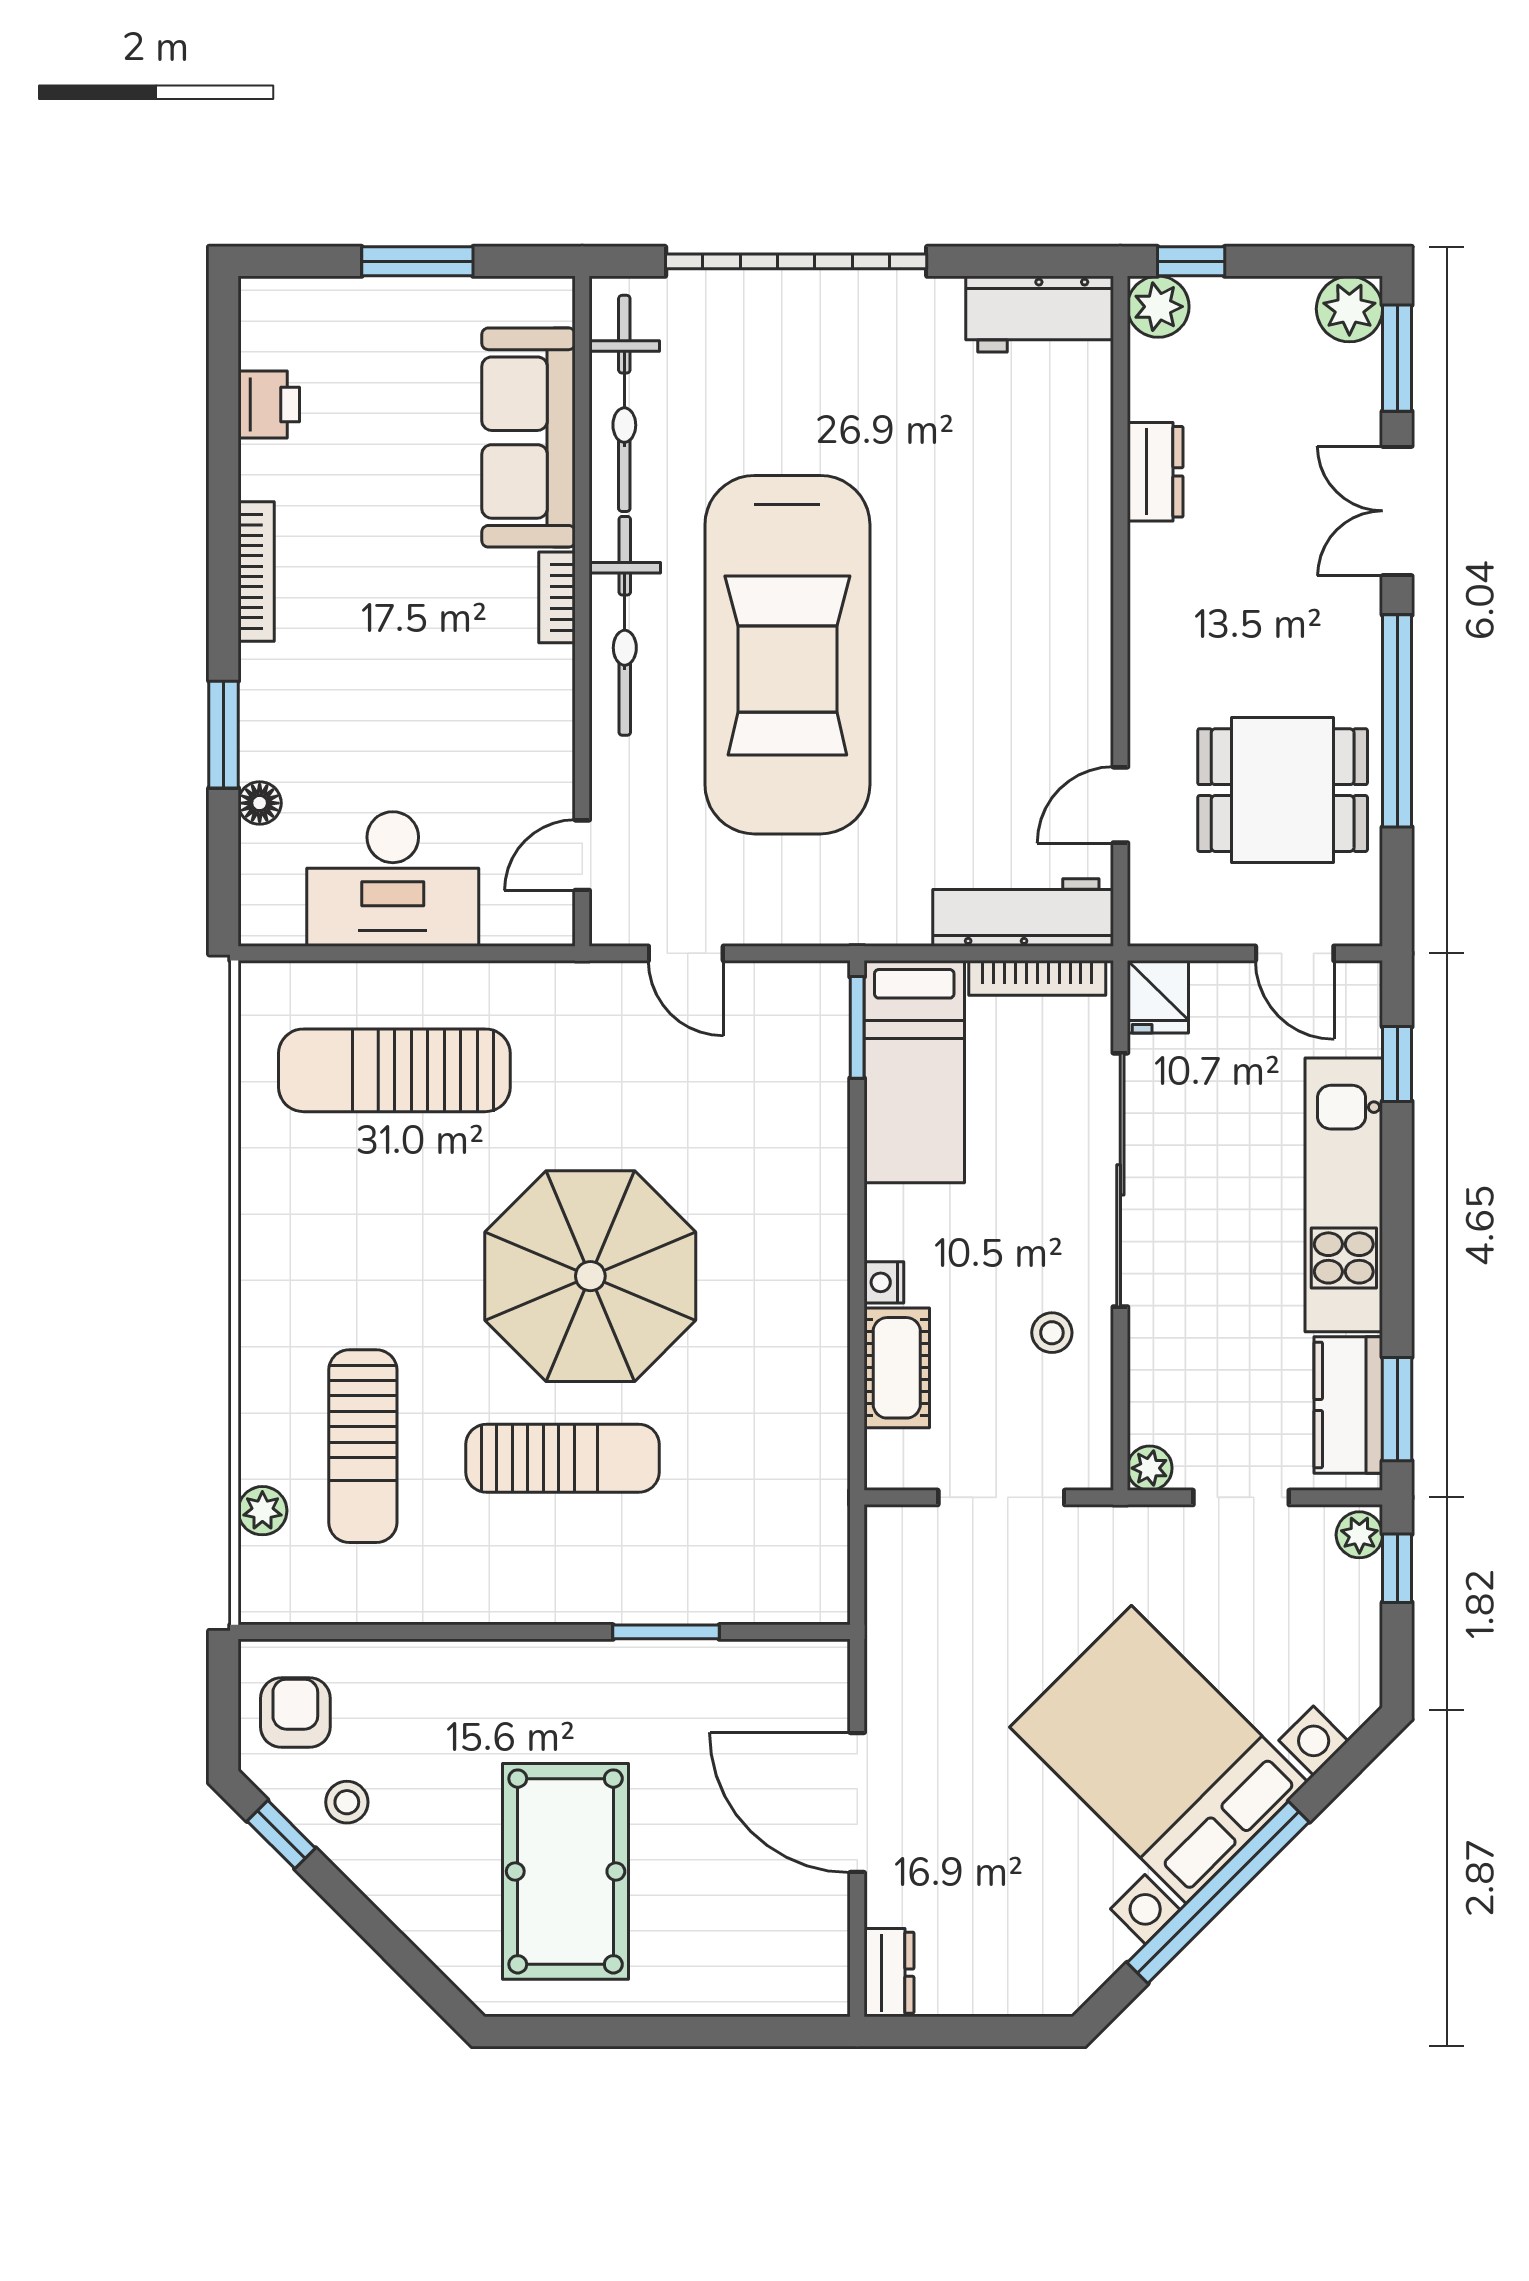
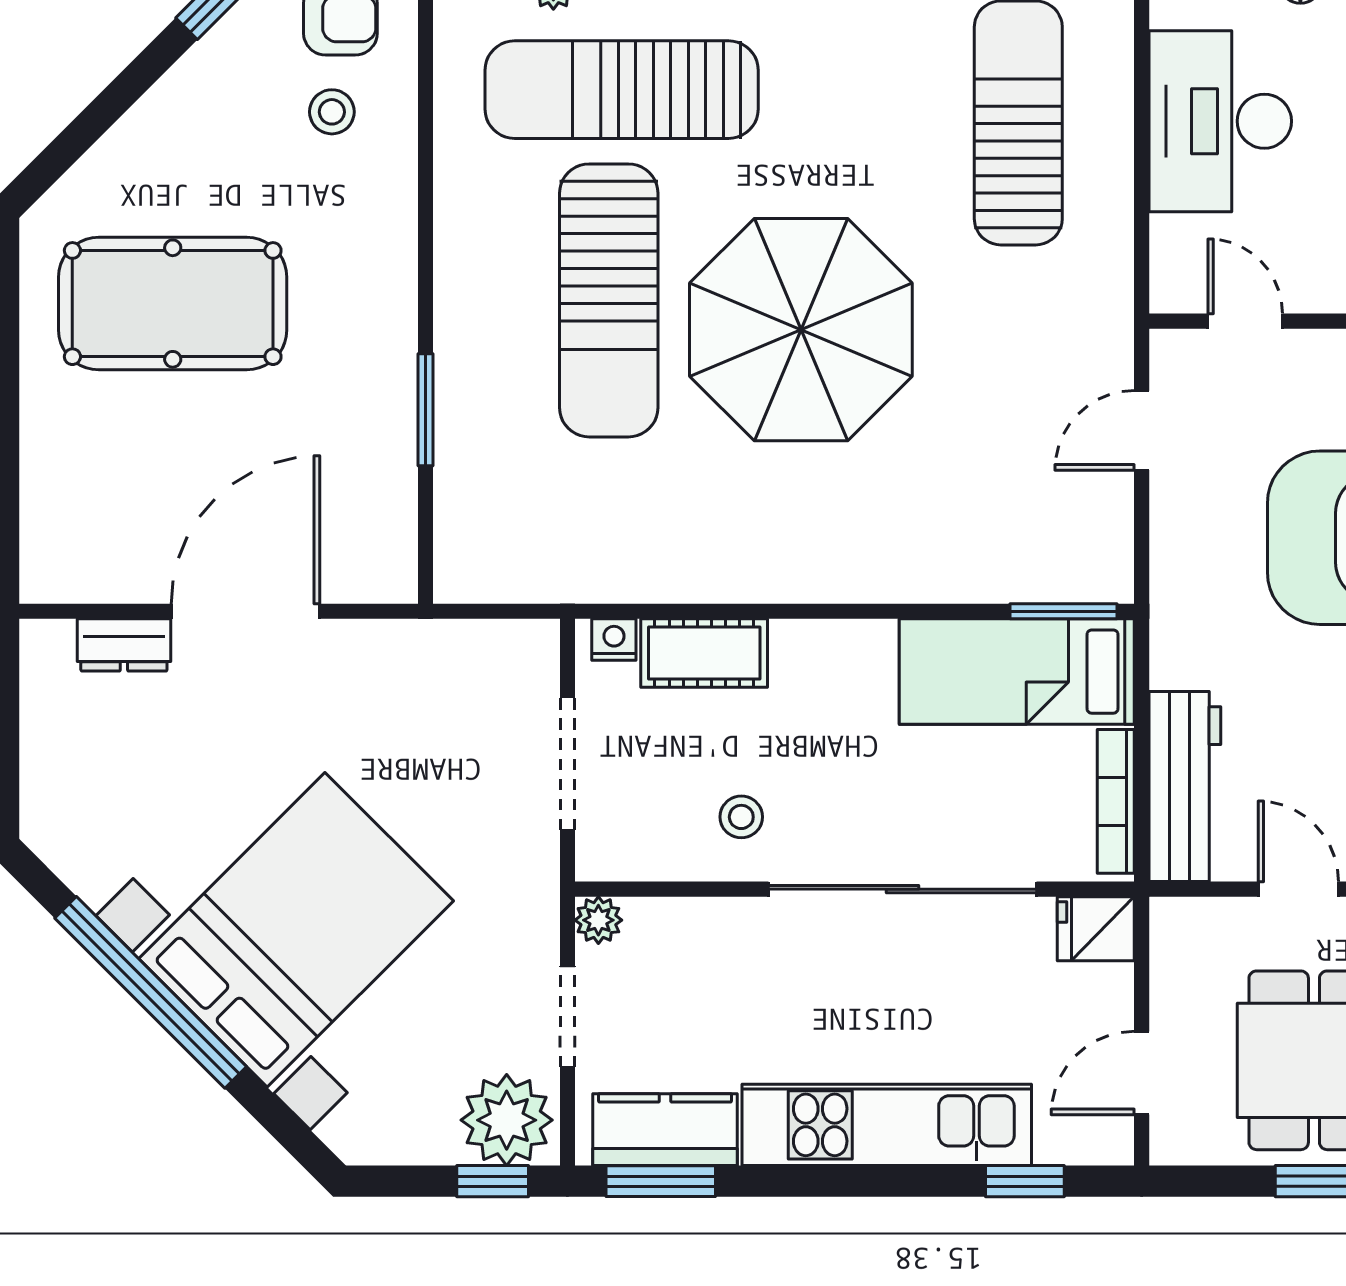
nightstand: (884, 1282) -> (614, 639), moved
sun lounger: (363, 1446) -> (622, 90), width x1.36, depth x1.34
sun lounger: (563, 1458) -> (609, 300), width x1.36, depth x1.34
plant: (1359, 1535) -> (507, 1120), width x1.88, depth x1.88
stool: (347, 1802) -> (332, 112), moved
dresser: (889, 1973) -> (124, 645), moved

